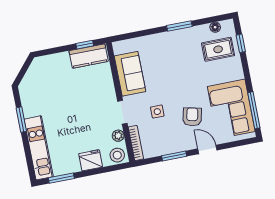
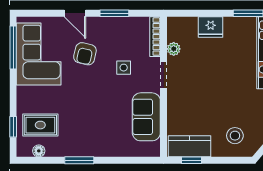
stool: (117, 155) -> (235, 136), moved

